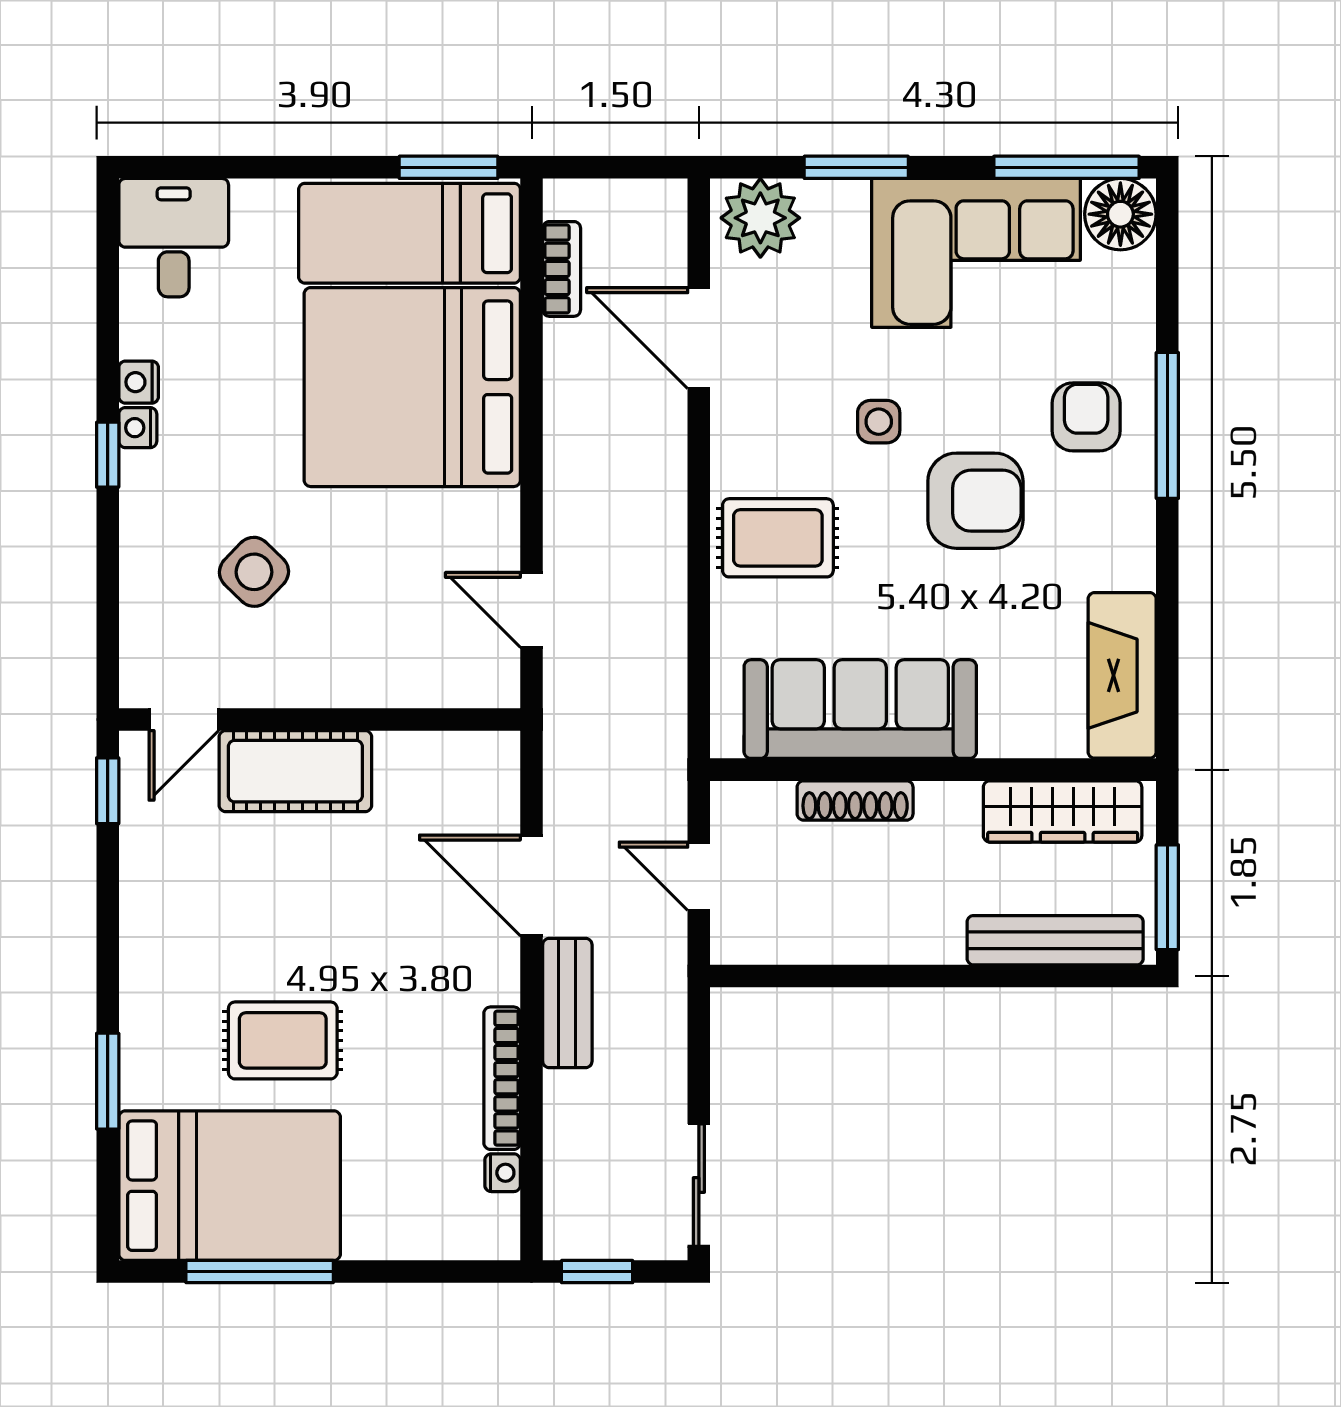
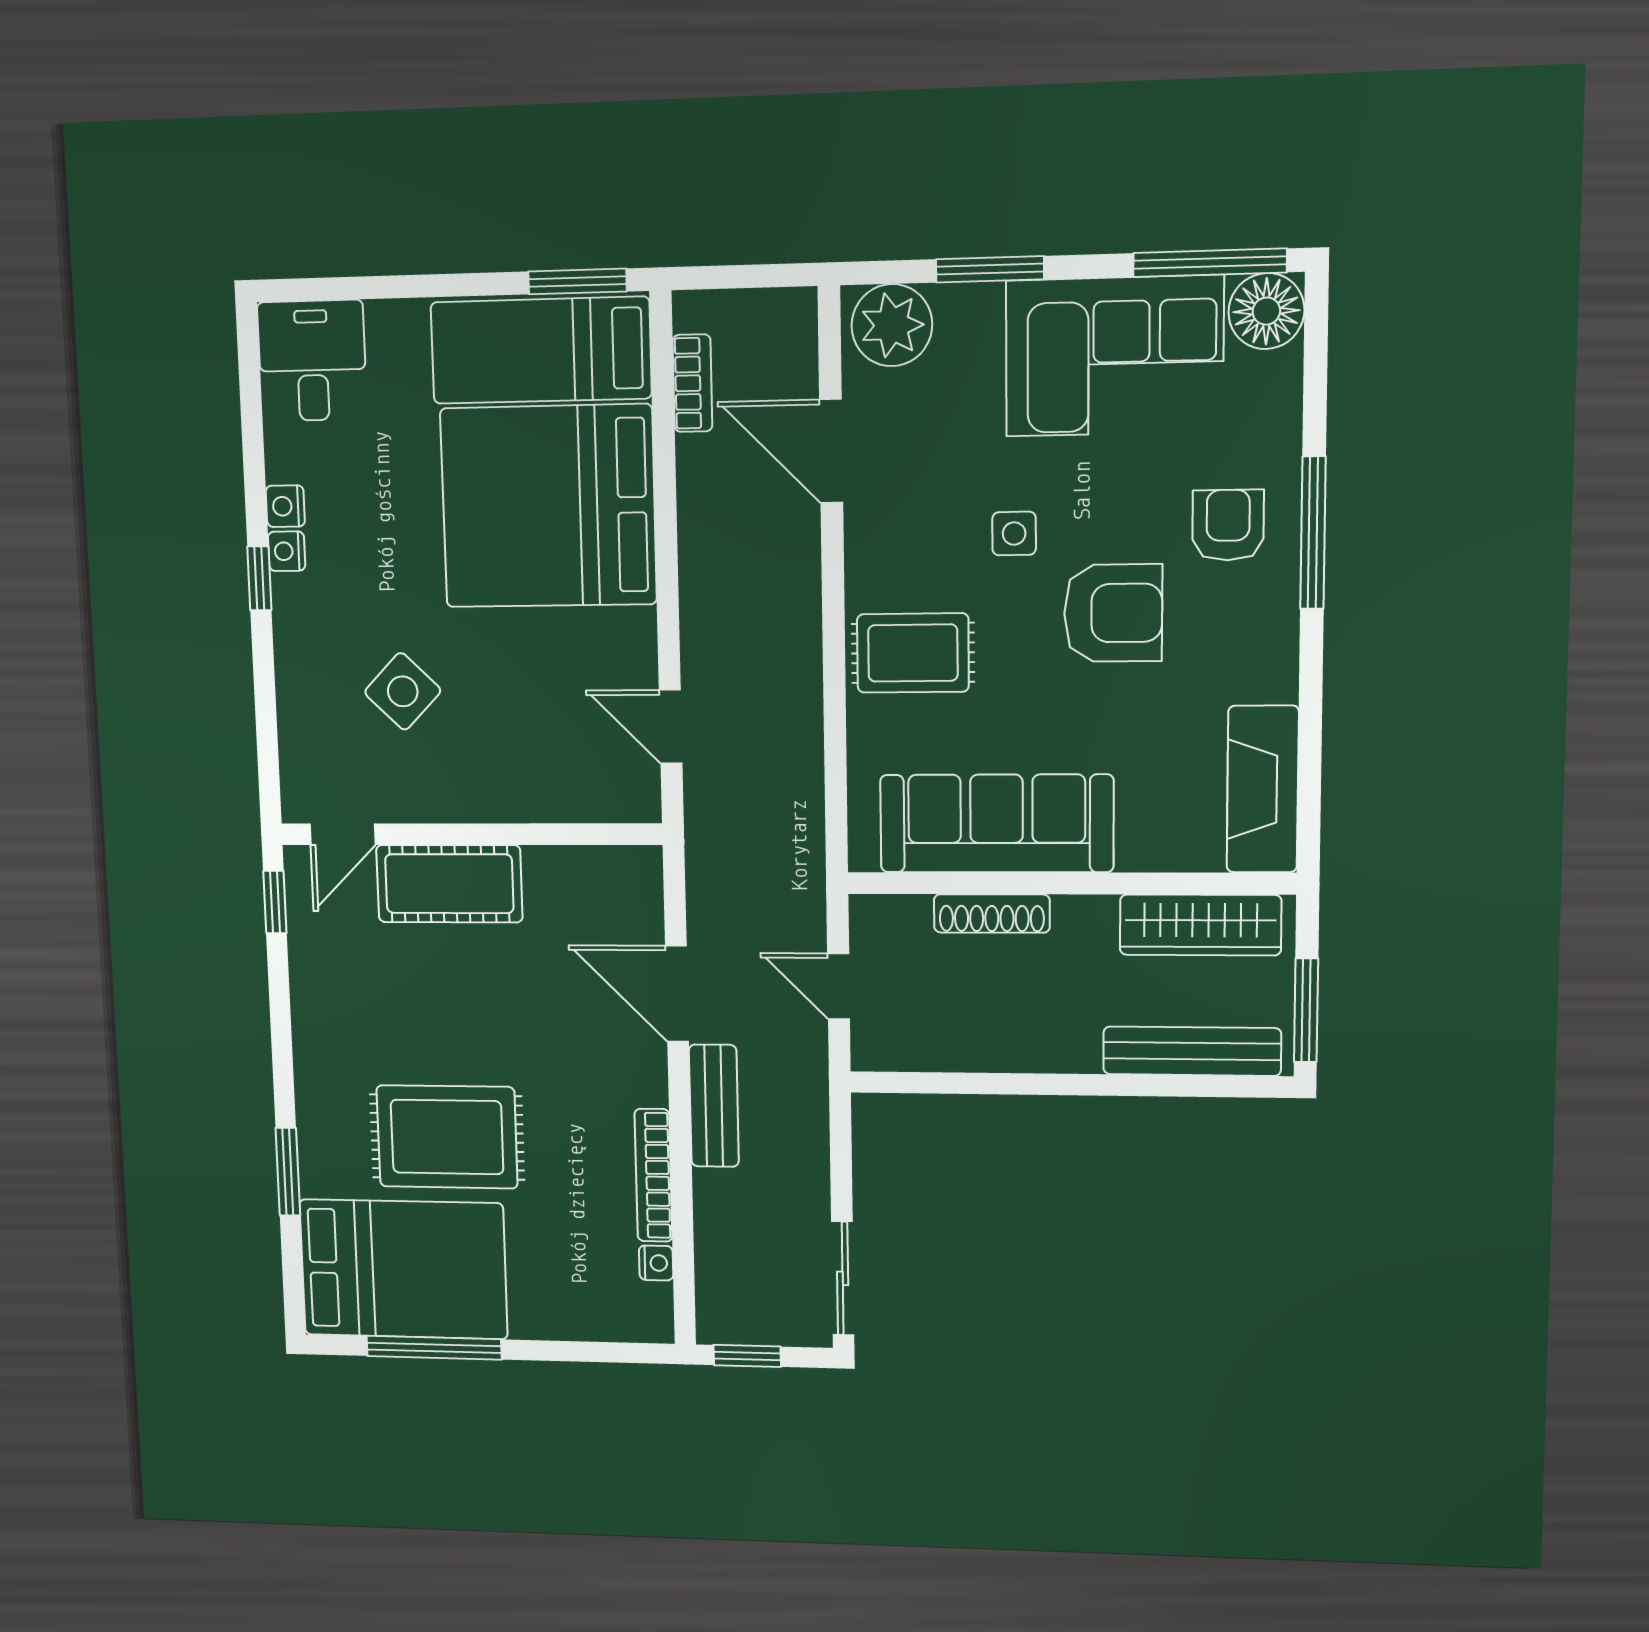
rug: (283, 1040) -> (447, 1137), width x1.36, depth x1.43

